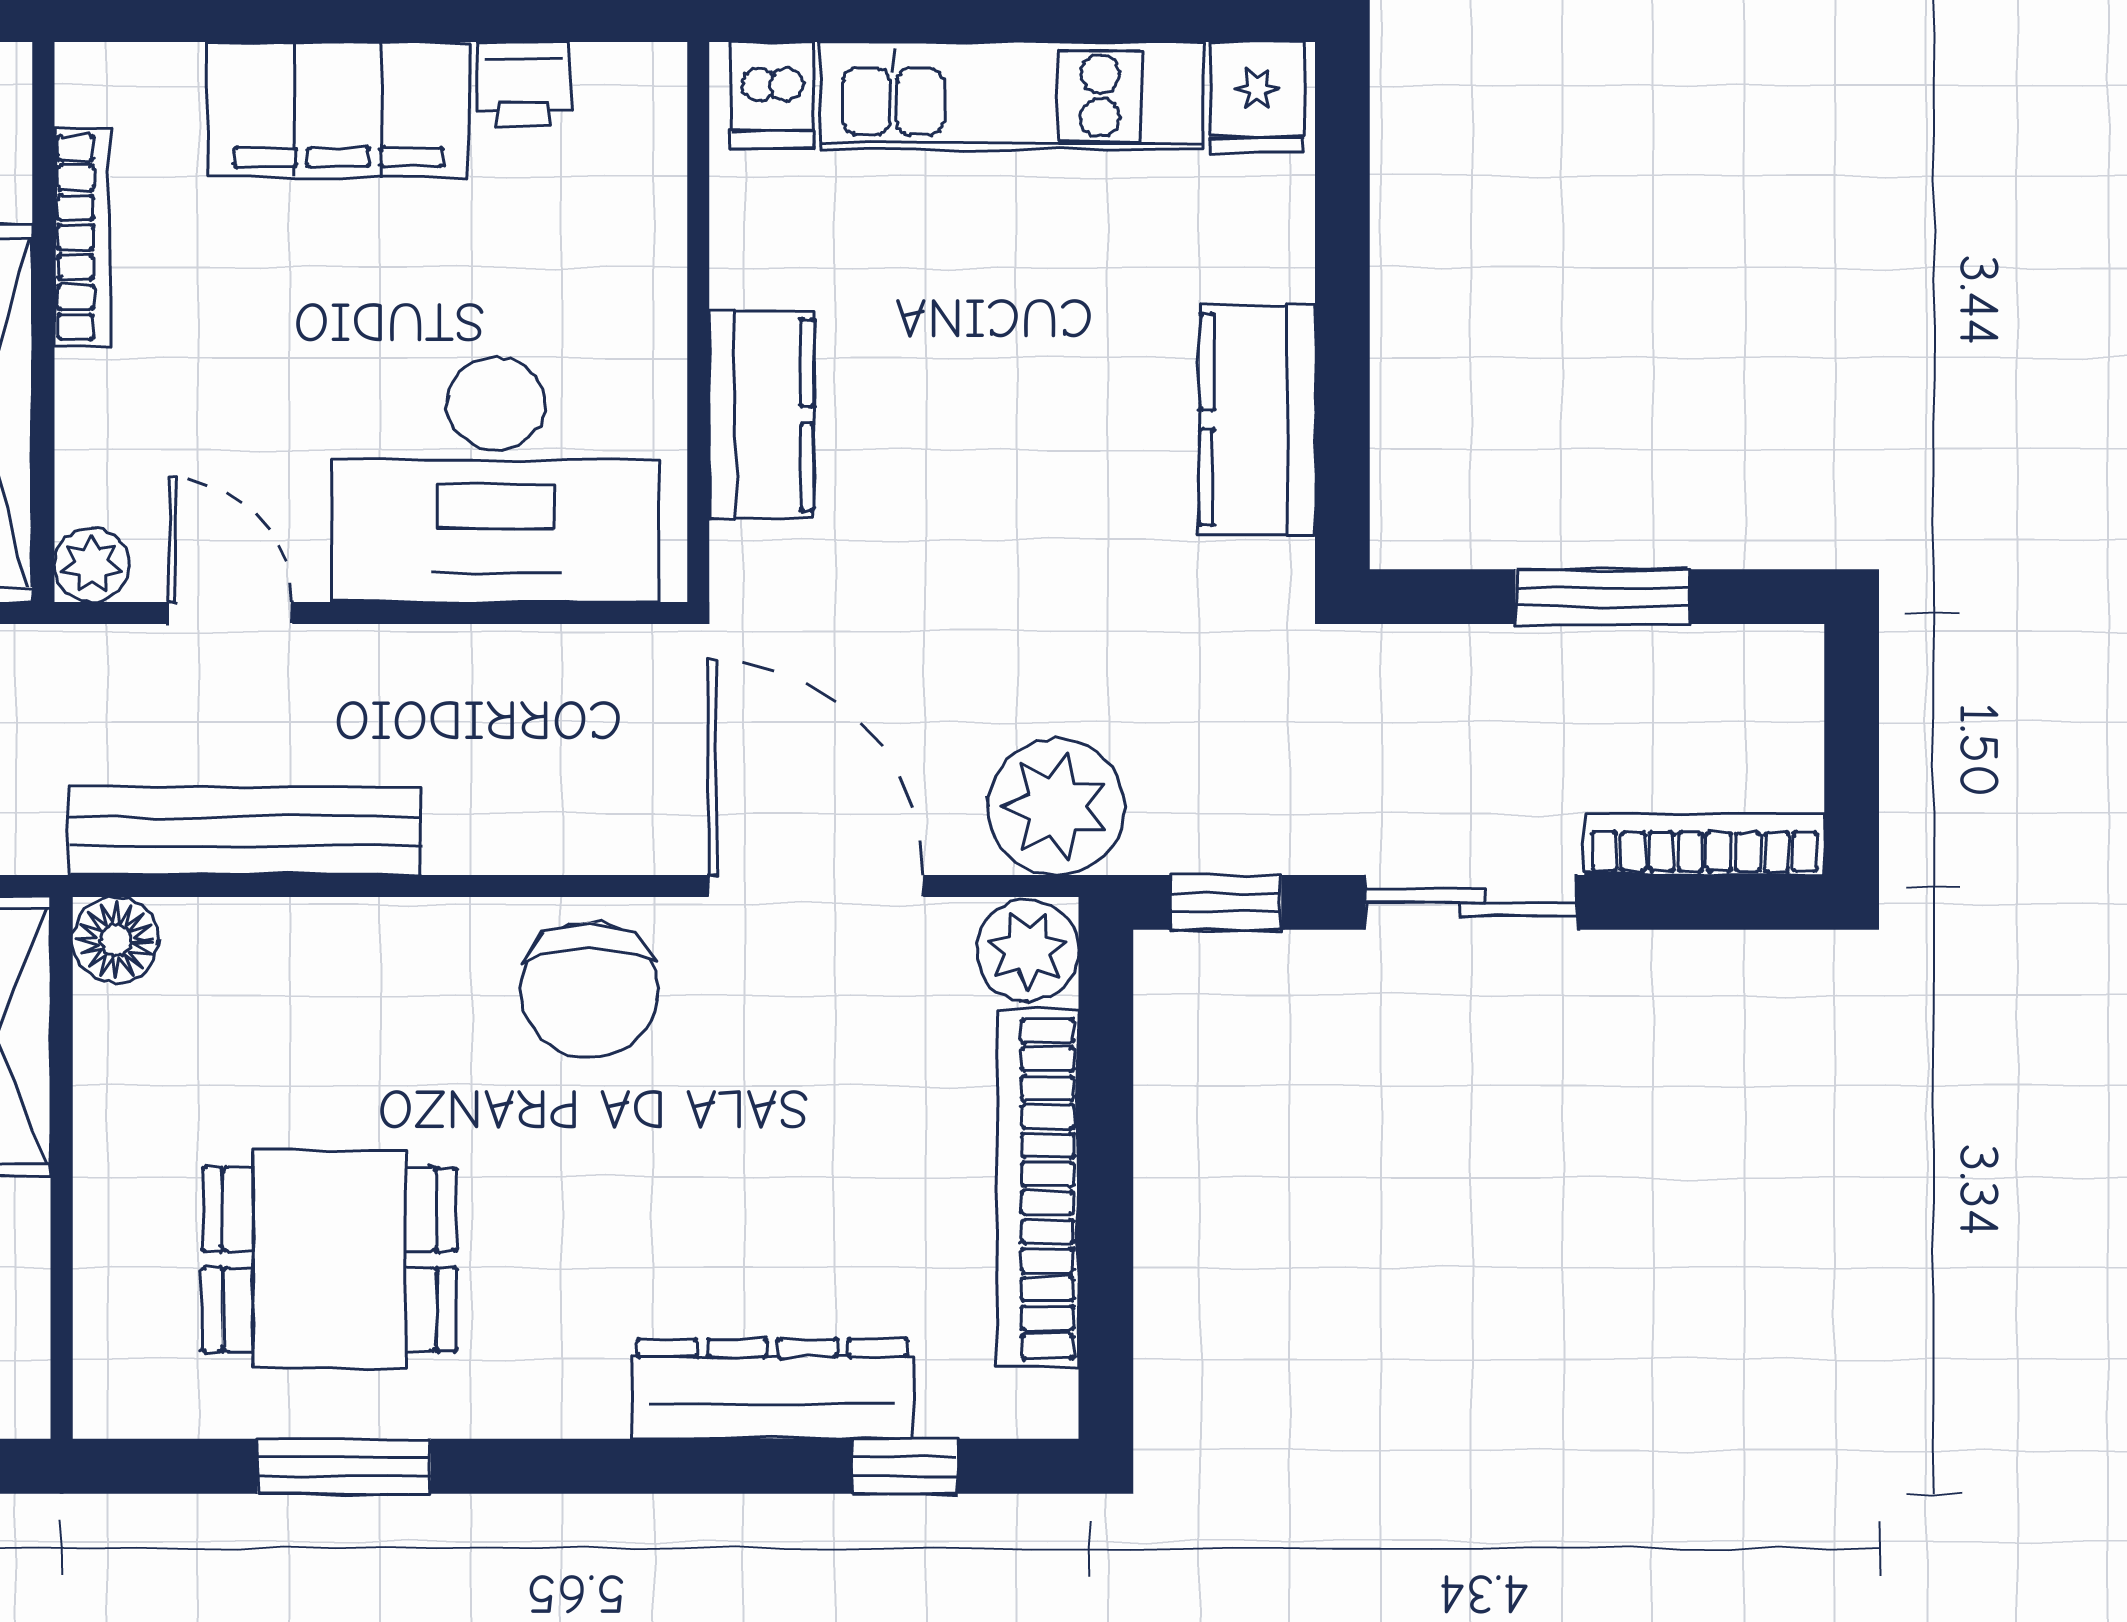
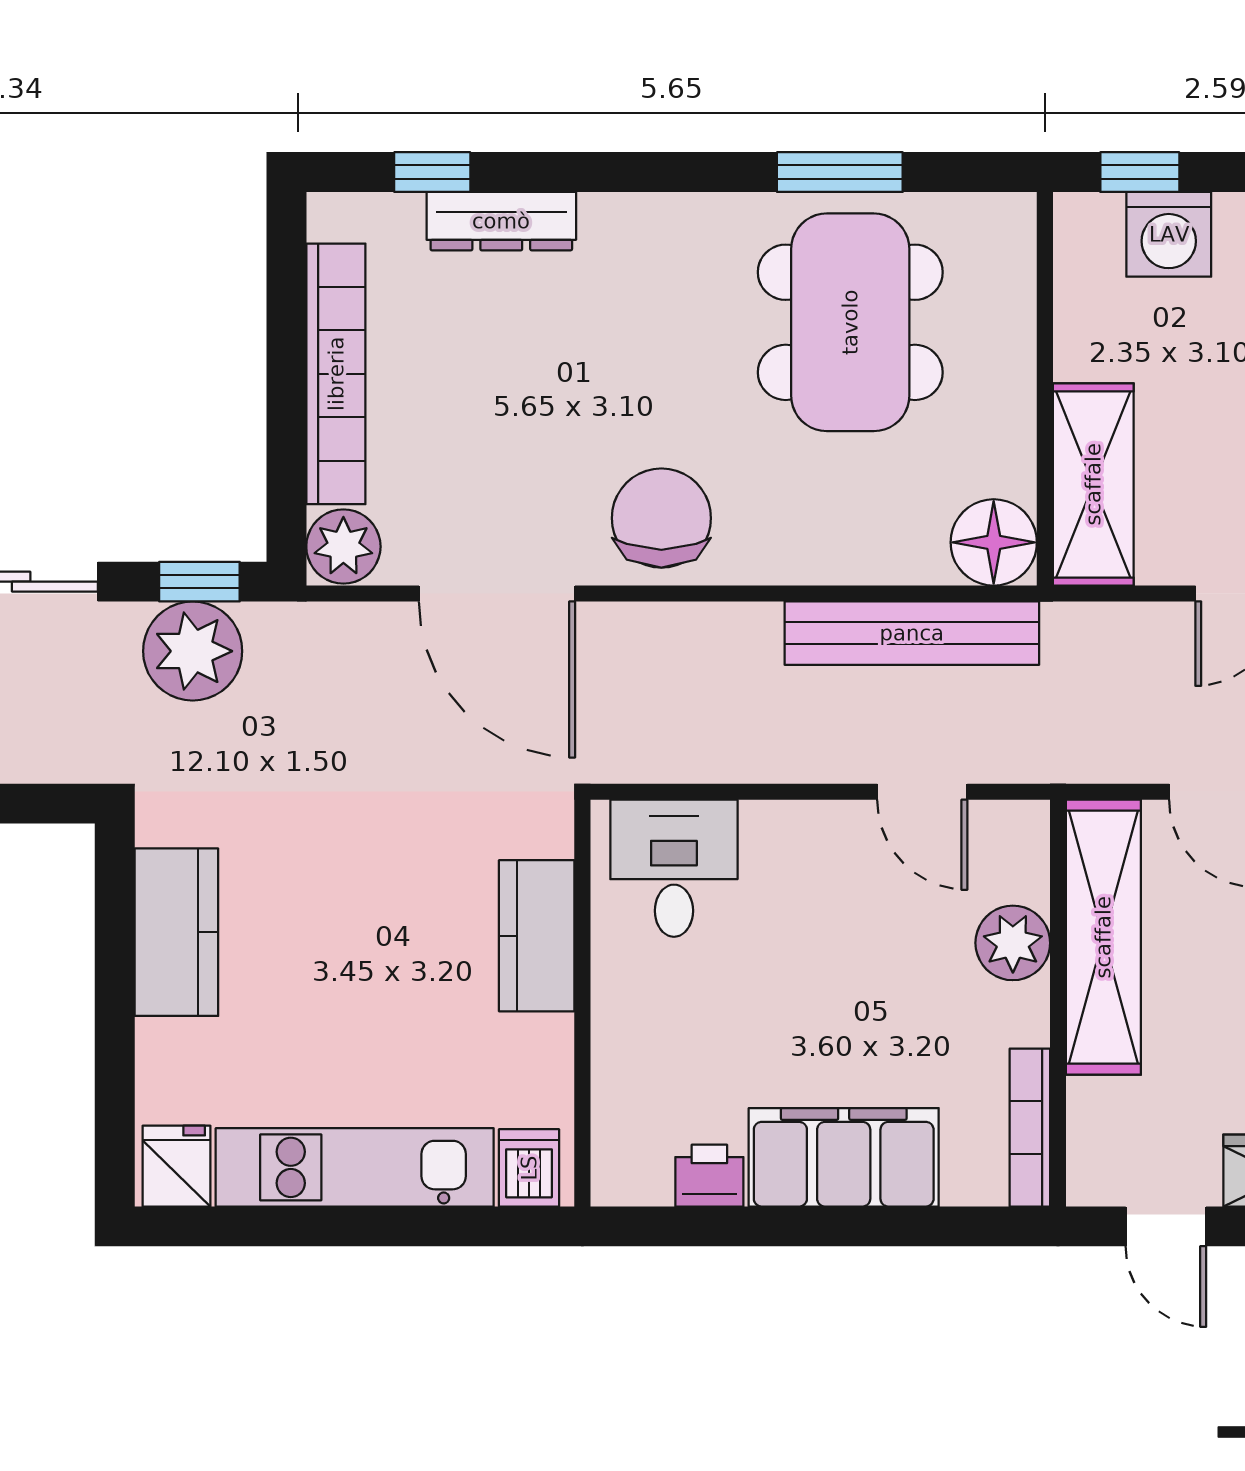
bookcase: (82, 237) -> (1030, 1128), moved
desk: (496, 479) -> (674, 868), width x0.53, depth x0.77
plant: (92, 565) -> (1013, 943), moved, width x1.38, depth x1.38
plant: (1056, 807) -> (193, 651), moved
floor lamp: (116, 940) -> (994, 542), width x1.38, depth x1.38
dining table: (330, 1259) -> (850, 322), width x1.38
dresser: (772, 1389) -> (501, 221), width x0.73, depth x0.80

